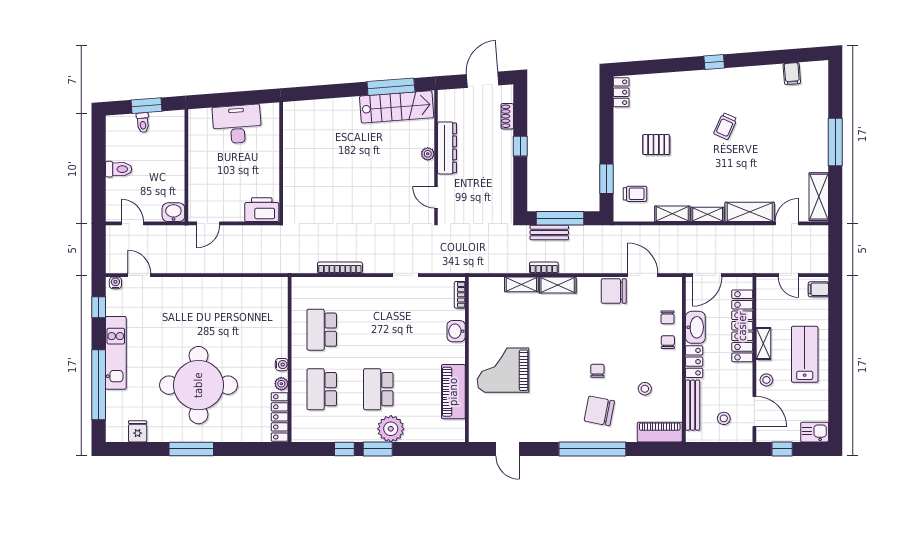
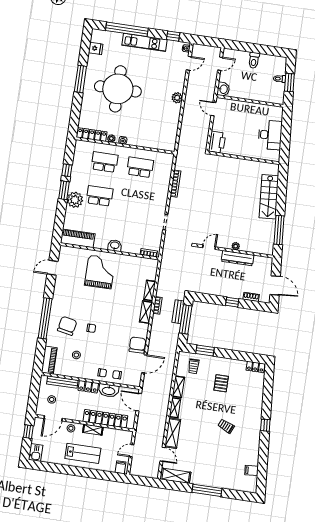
stairs: (397, 107) -> (269, 197), moved
plant: (199, 286) -> (177, 98), added
washbasin: (456, 331) -> (115, 246), moved
piano: (453, 392) -> (78, 238), moved

